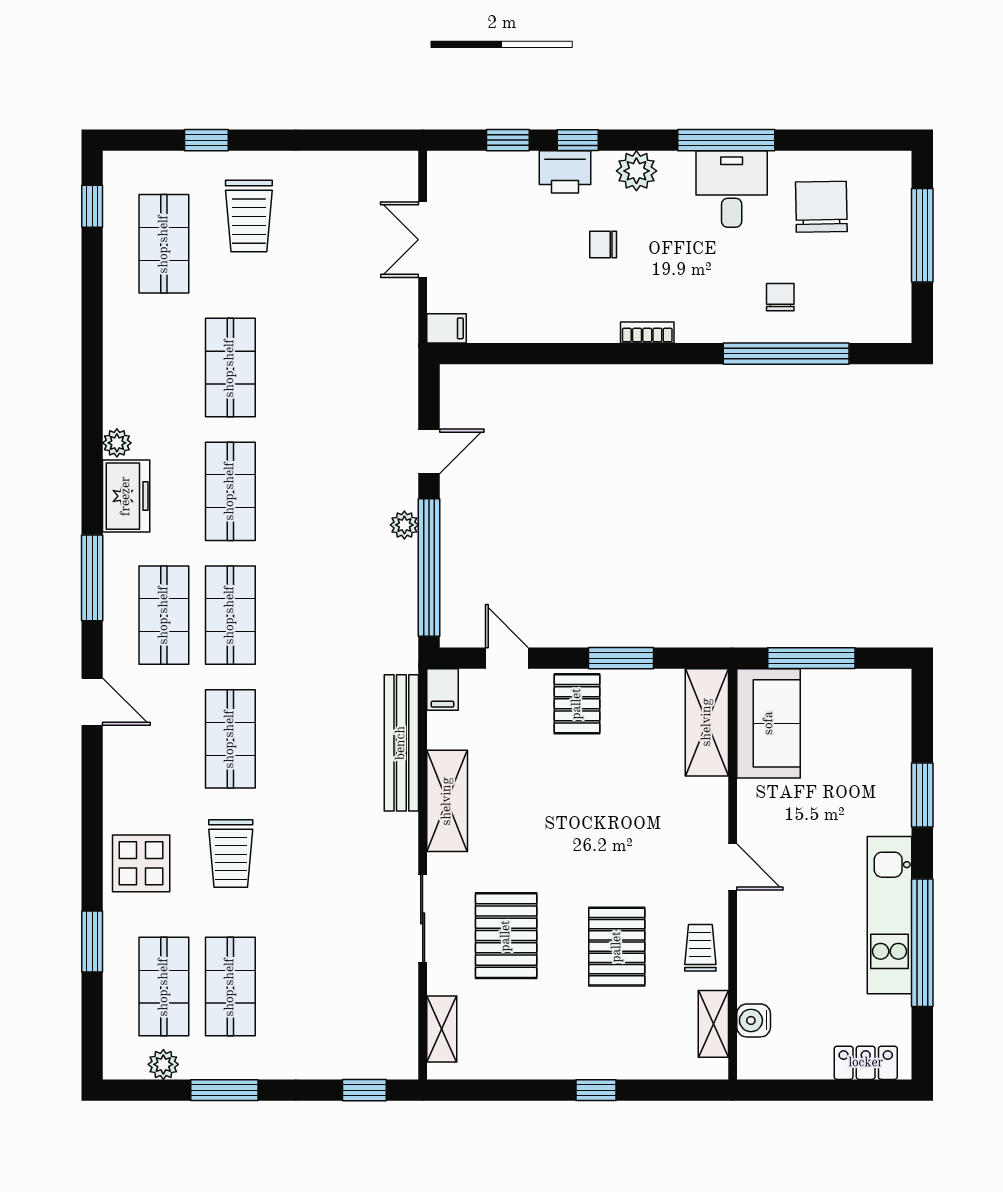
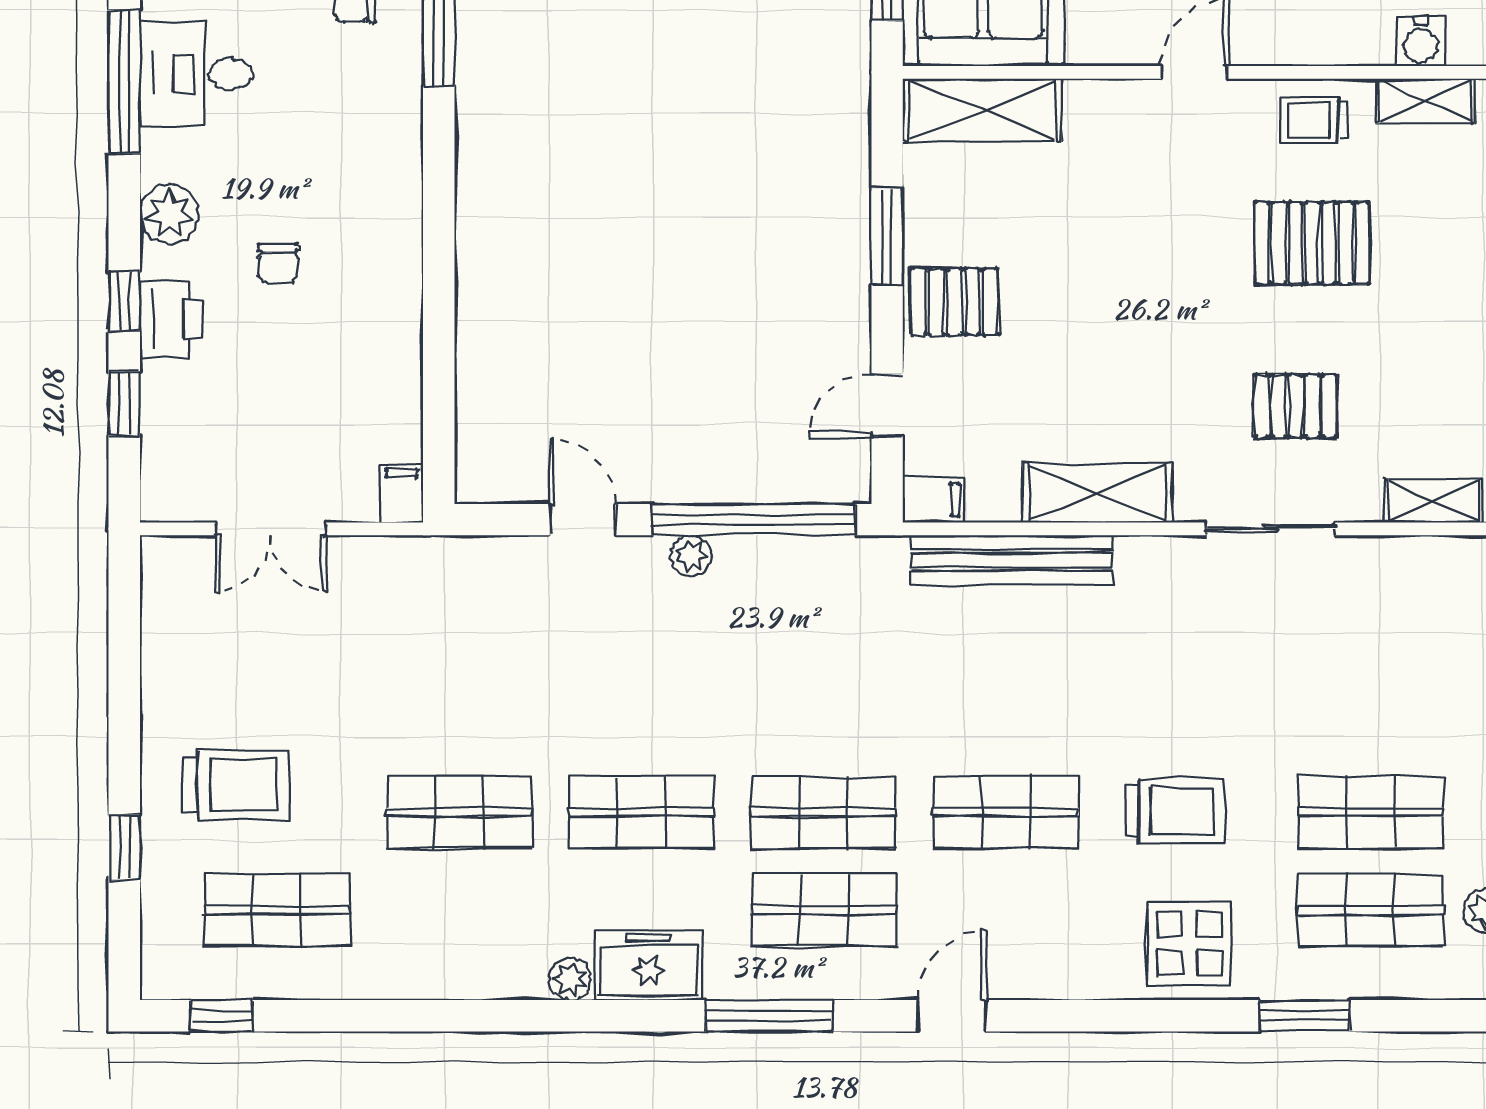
bookcase: (647, 332) -> (408, 198), removed
pallet: (506, 936) -> (1296, 406), width x0.67, depth x0.71

